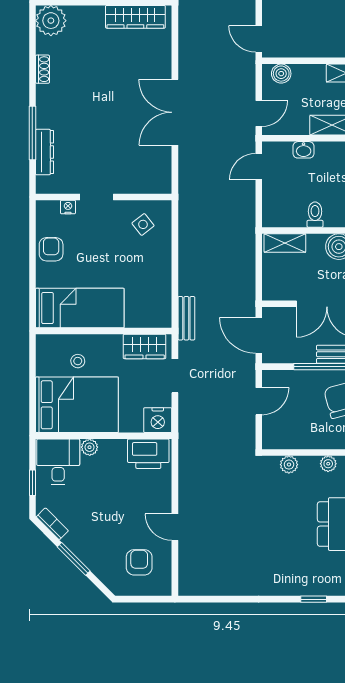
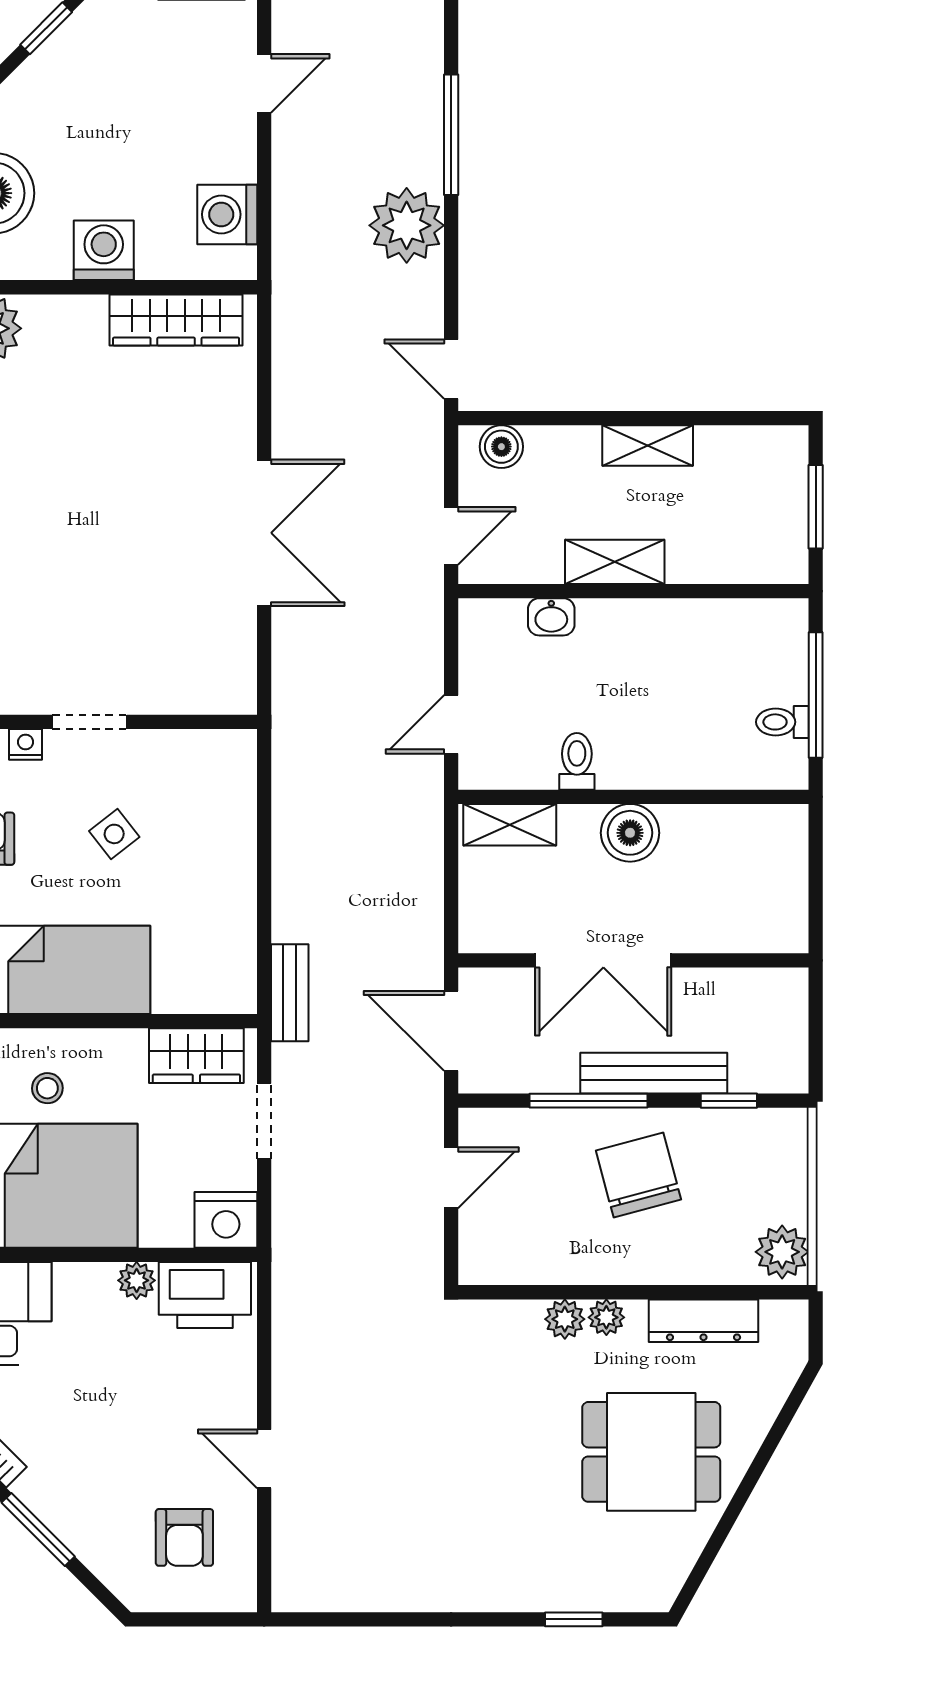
double door: (175, 112) -> (264, 533), swing flipped
door: (259, 167) -> (451, 724), moved
side table: (143, 224) -> (114, 834), moved
plant: (90, 447) -> (137, 1280), moved
plant: (289, 465) -> (565, 1319), moved
armchair: (139, 562) -> (184, 1537), turned 180

